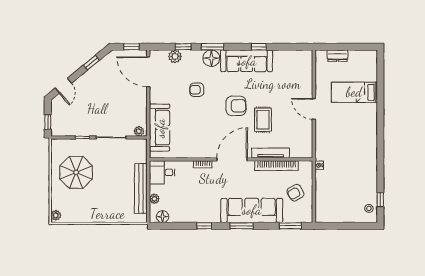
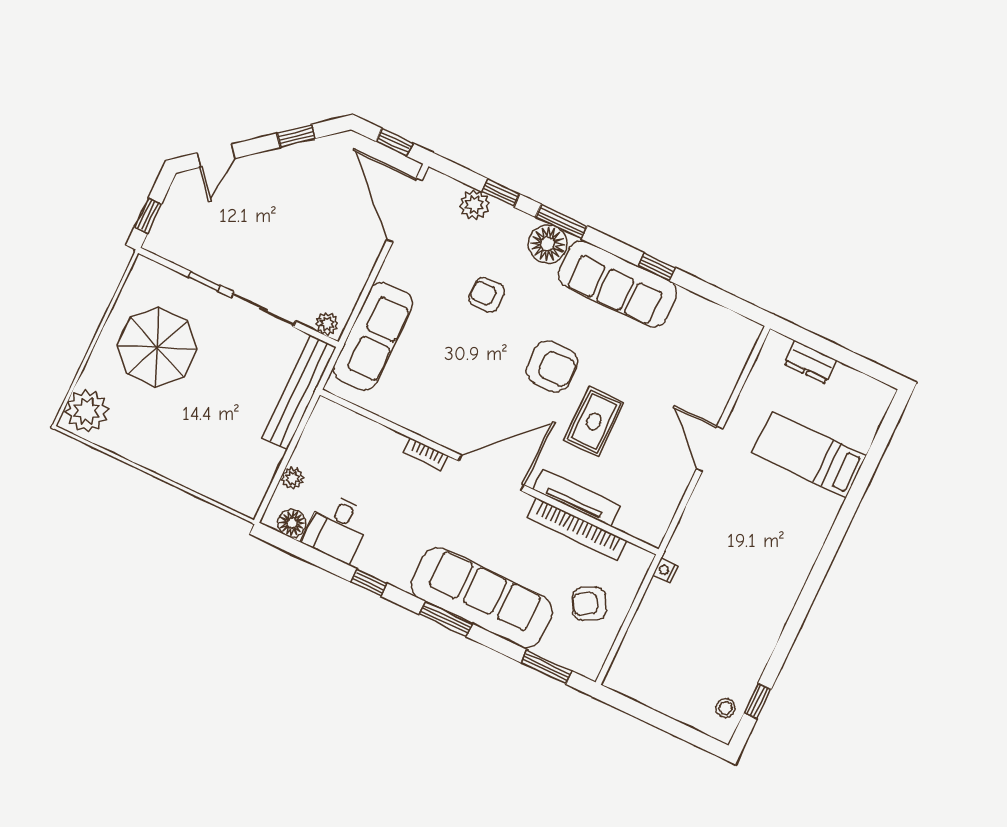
desk: (162, 172) -> (337, 528), moved, turned -90
bench: (141, 188) -> (299, 392), moved
plant: (56, 215) -> (87, 411), width x1.88, depth x1.88

